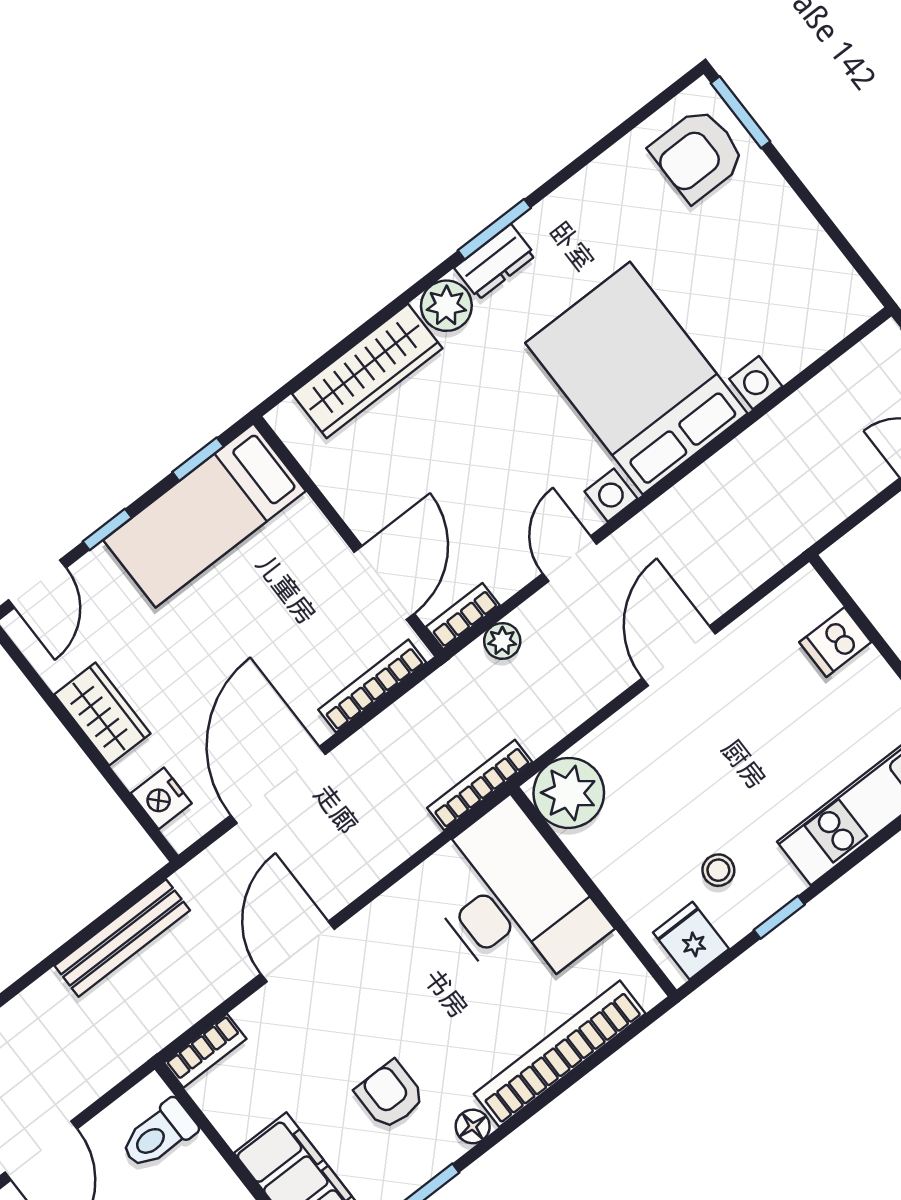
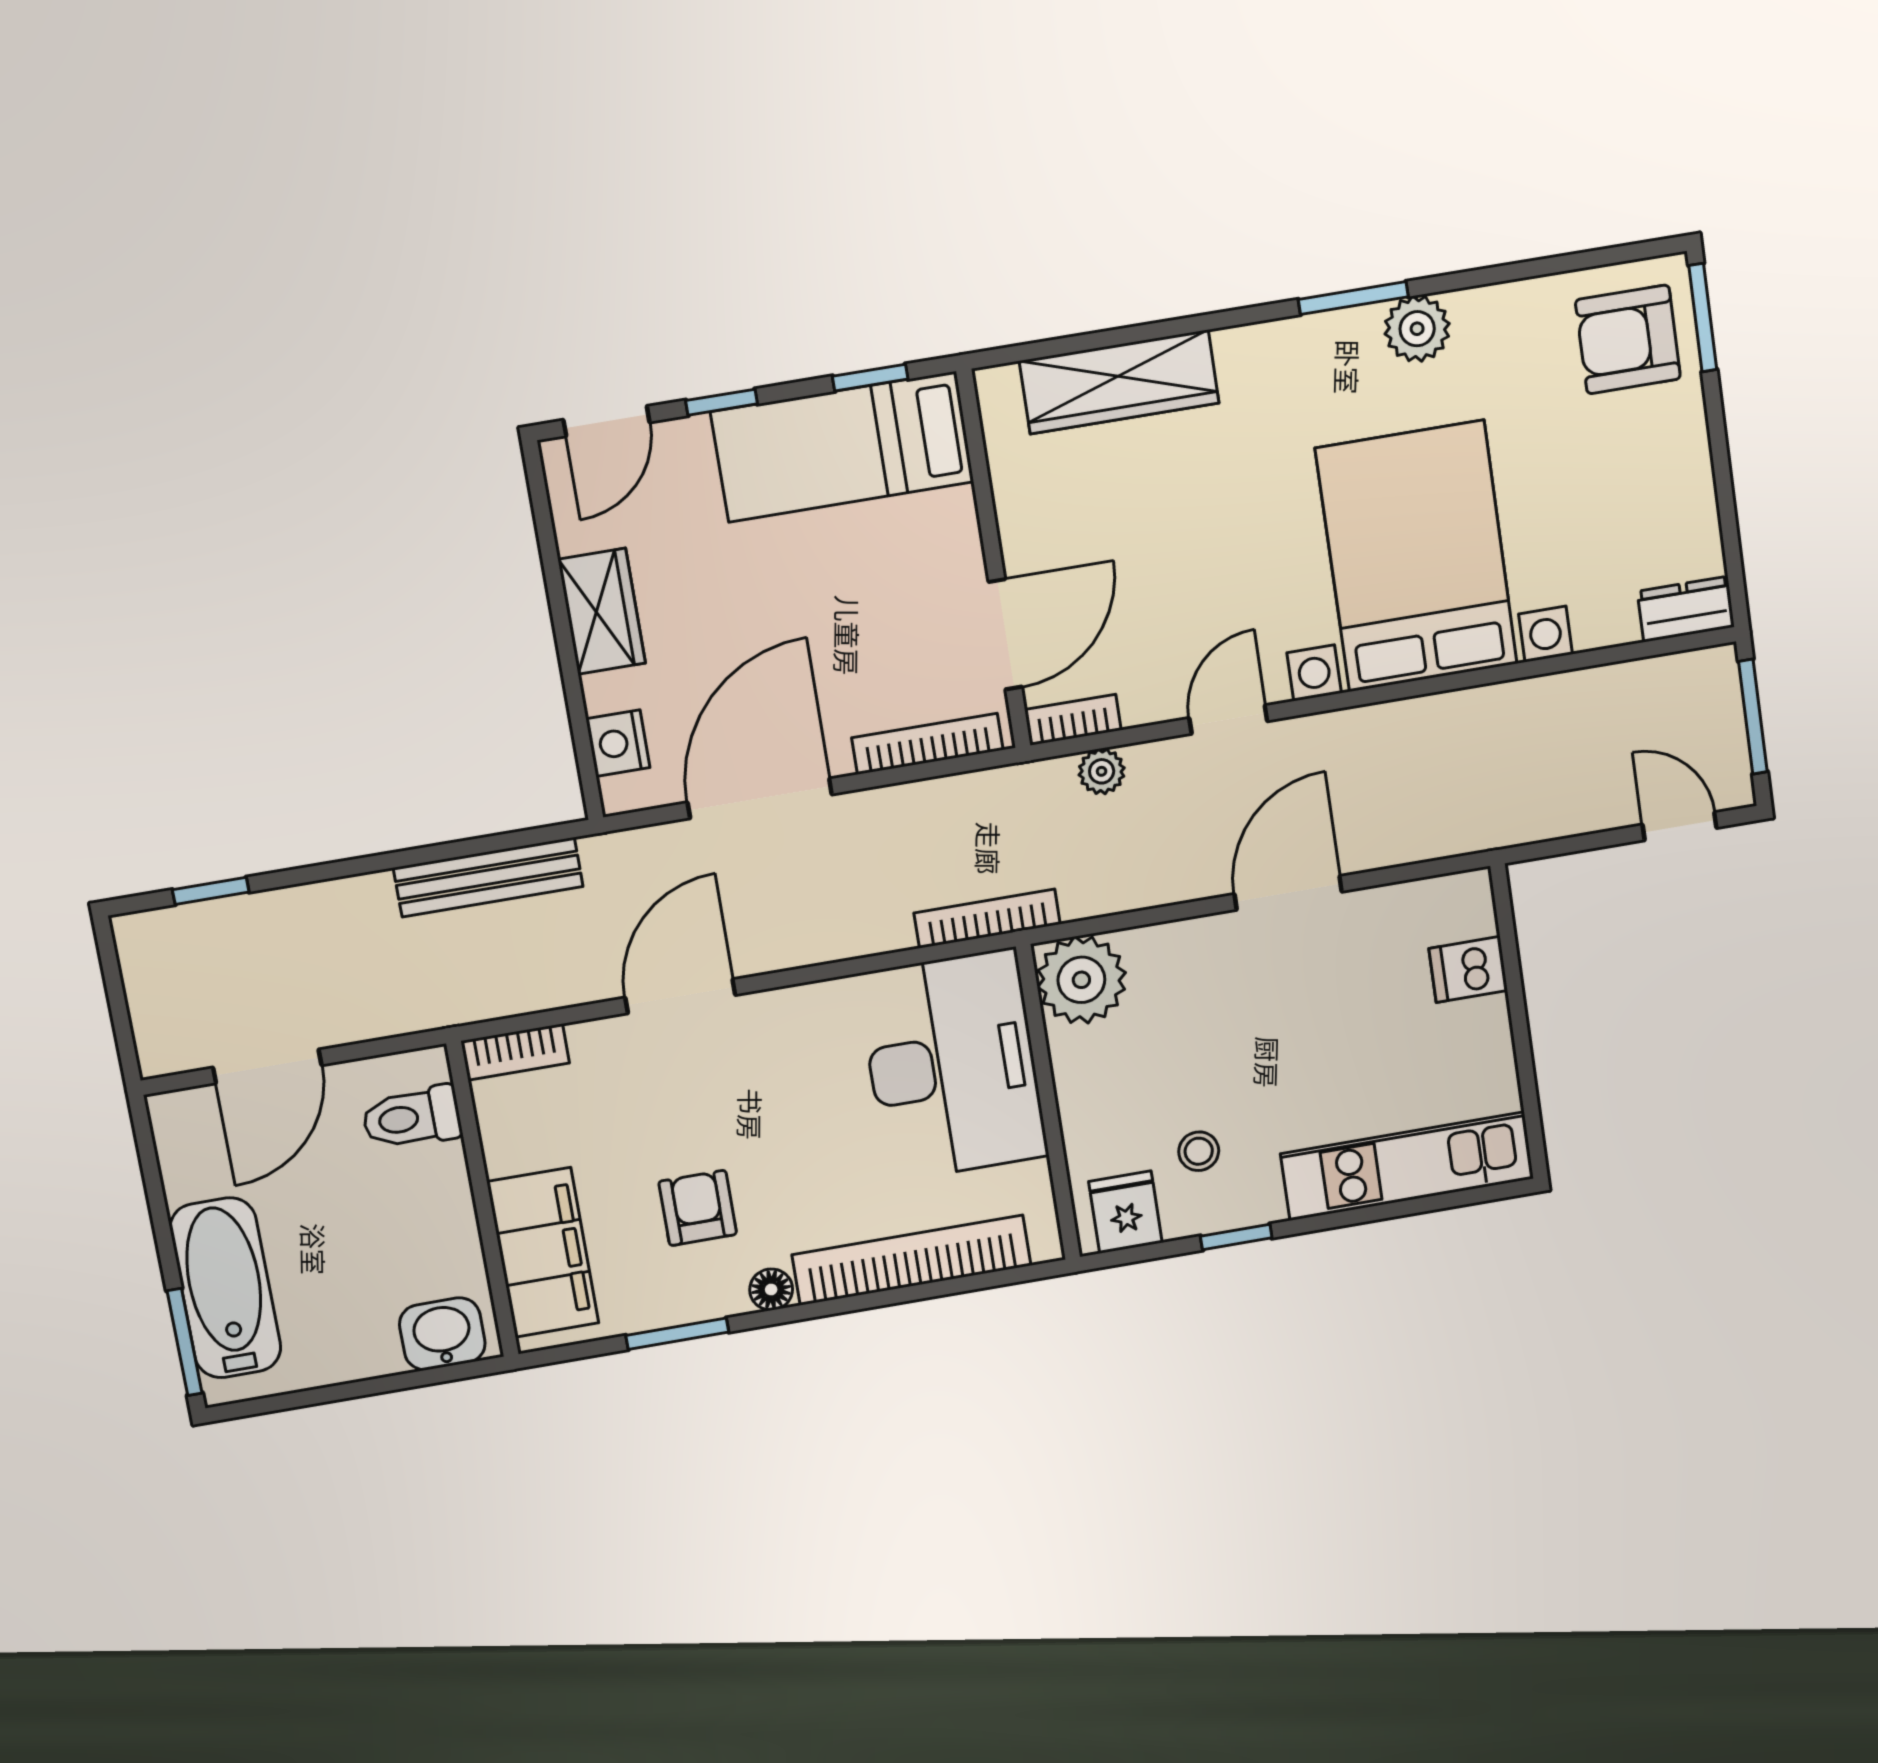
dresser: (495, 262) -> (1686, 609), moved, turned 180
plant: (446, 306) -> (1417, 329), moved

